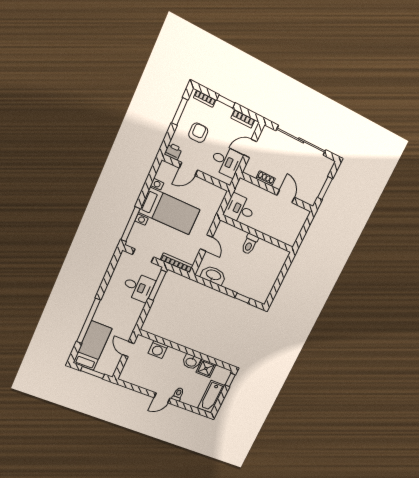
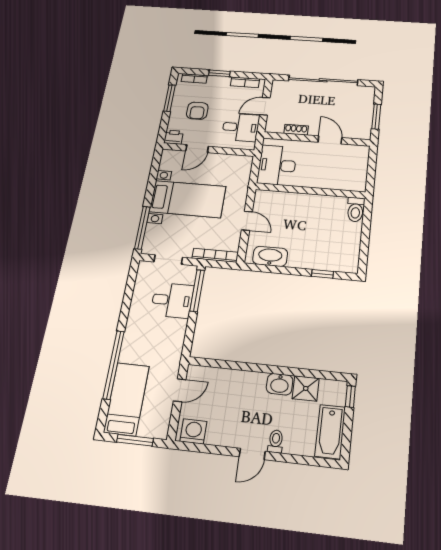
armchair: (198, 133) -> (197, 111), turned 180
desk: (240, 209) -> (277, 165), width x1.37
toilet: (250, 244) -> (356, 210), moved
door: (128, 349) -> (180, 390), swing flipped
washing machine: (158, 350) -> (193, 431), moved, turned 180

